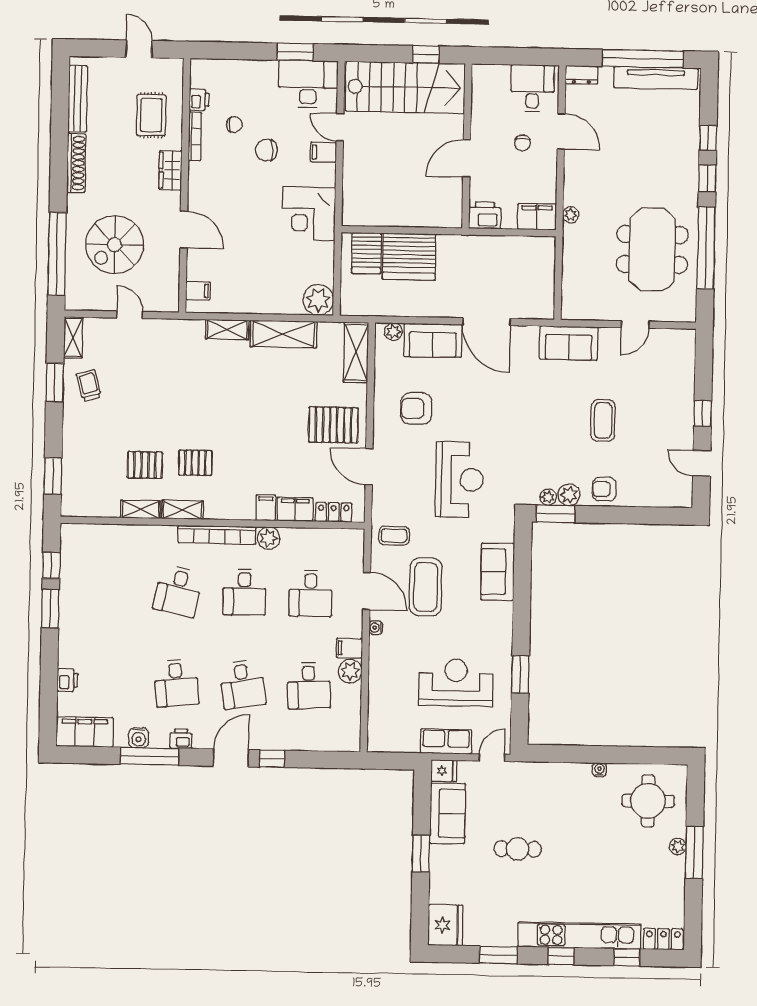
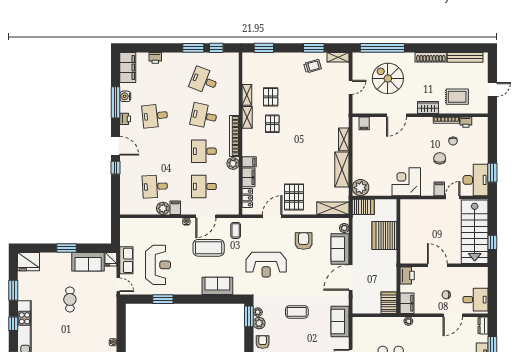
server rack: (535, 251) -> (389, 303), added
server rack: (366, 253) -> (363, 207), moved, turned 180
coffee table: (603, 420) -> (297, 312), moved
desk: (243, 684) -> (204, 81), moved, turned 30

